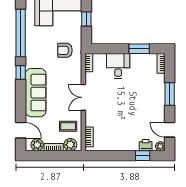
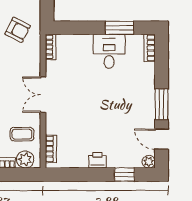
armchair: (65, 50) -> (18, 30), turned -153
desk: (118, 66) -> (109, 51), moved
window: (170, 94) -> (162, 104), moved
printer: (146, 145) -> (98, 160), moved

